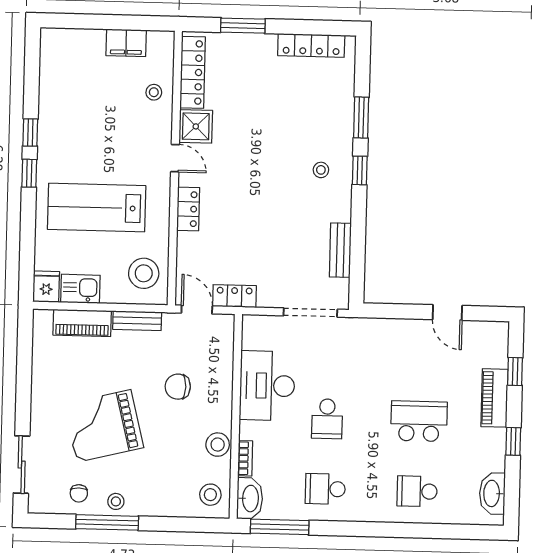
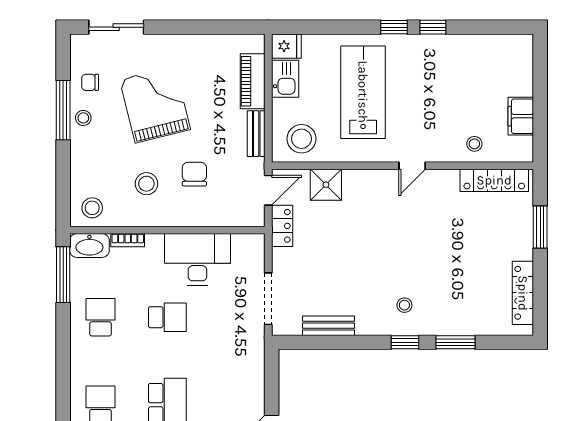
shower: (196, 126) -> (326, 185), moved
locker: (188, 209) -> (364, 180), removed
school desk: (327, 419) -> (167, 317), turned 180
stool: (218, 445) -> (146, 184), moved

